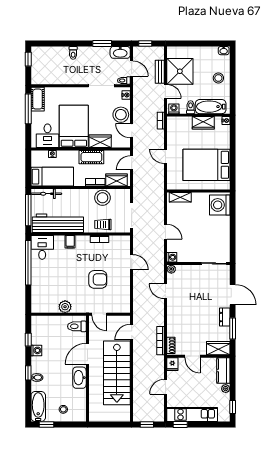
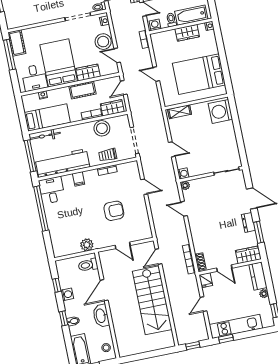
toilet: (77, 326) -> (88, 265), moved
door: (87, 354) -> (104, 290), moved
wall: (87, 369) -> (107, 305), moved
washbasin: (79, 378) -> (101, 316), moved

